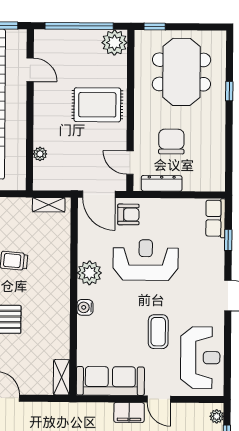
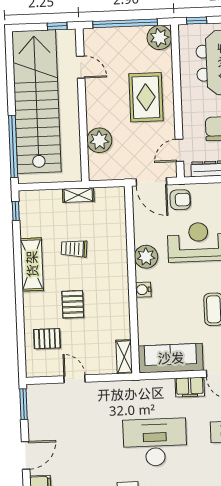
rug: (97, 105) -> (146, 97), turned 90
plant: (40, 154) -> (99, 140), width x1.88, depth x1.88
door: (130, 163) -> (179, 150), hinge flipped
shelving: (49, 205) -> (78, 195), moved

